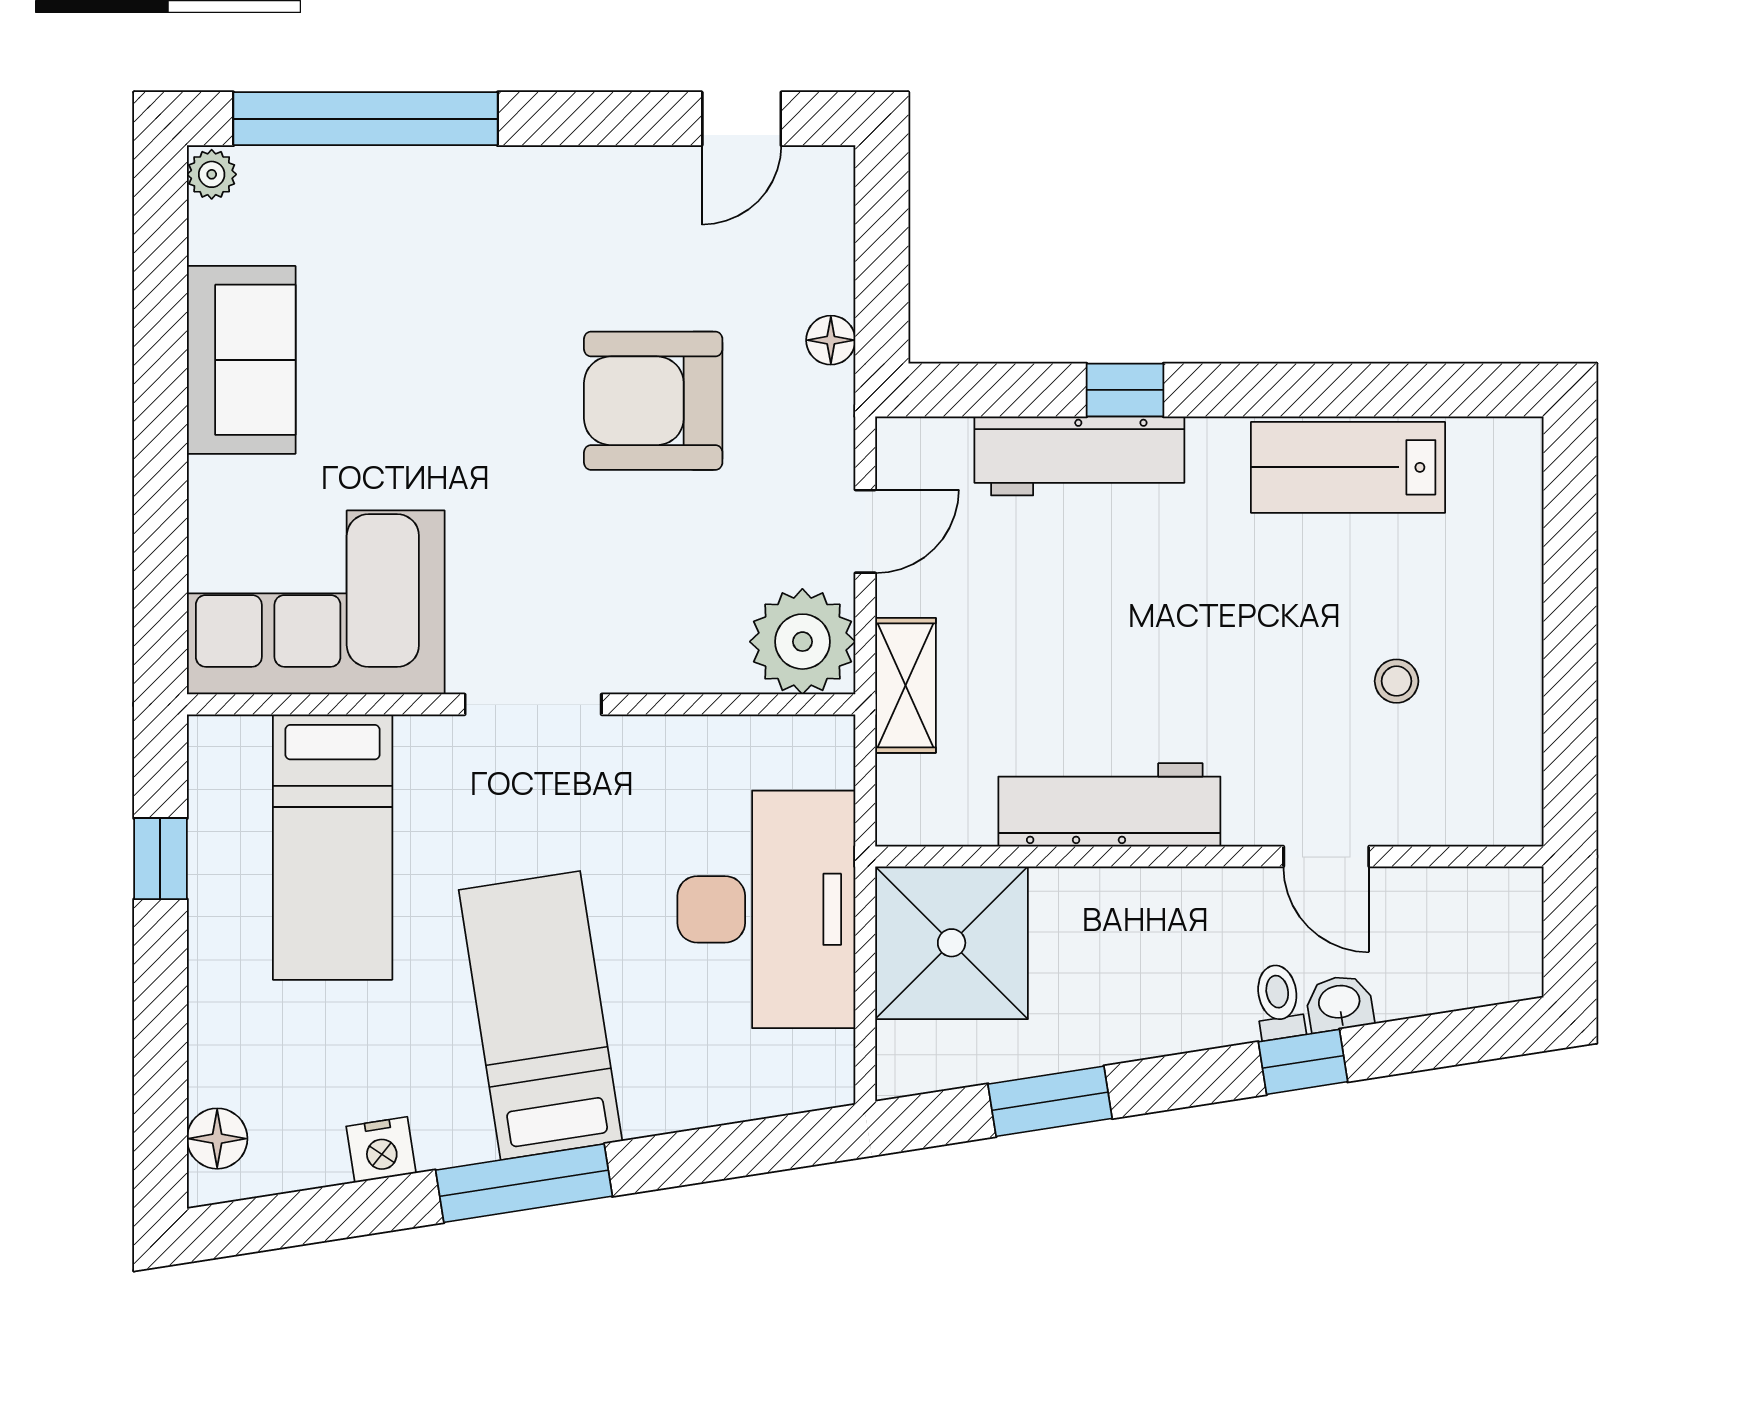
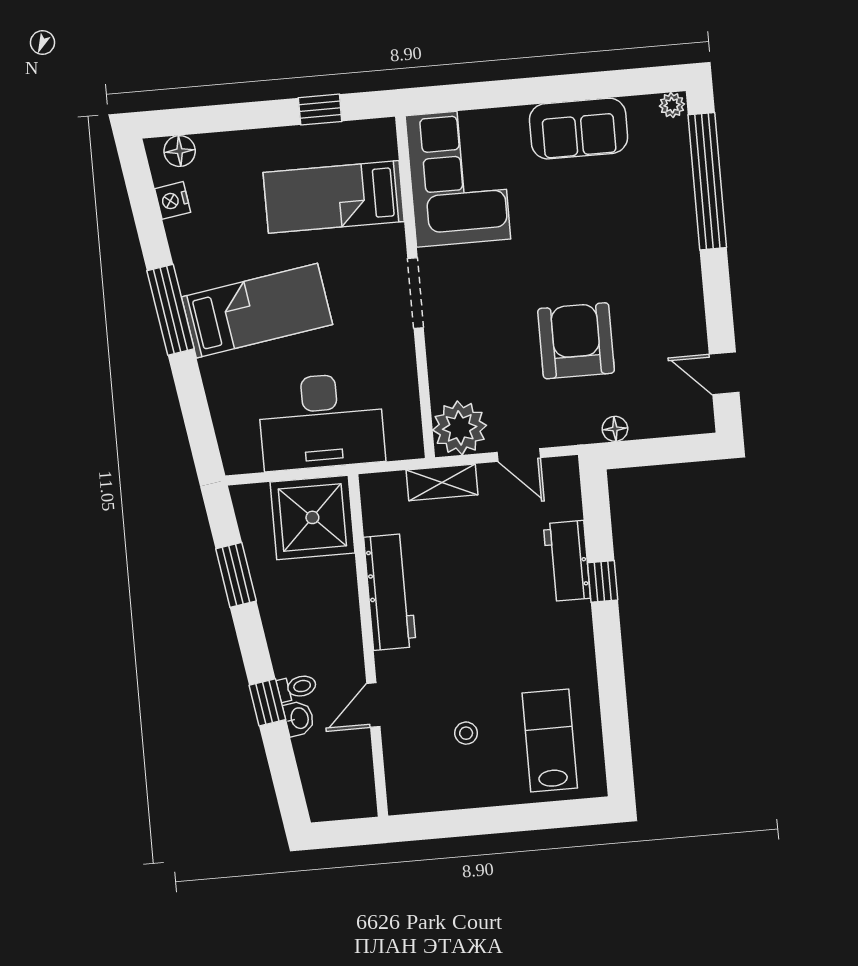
workbench: (1079, 456) -> (567, 561), width x0.73
lab bench: (1348, 467) -> (550, 740), moved
nightstand: (381, 1150) -> (173, 200), moved

